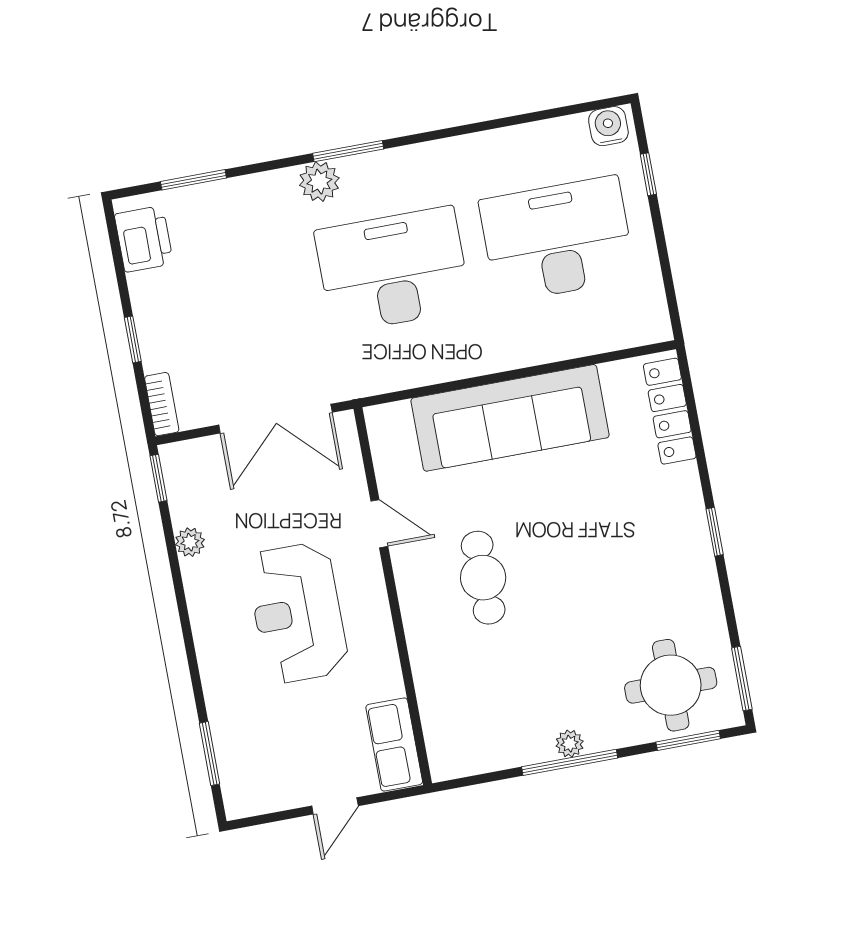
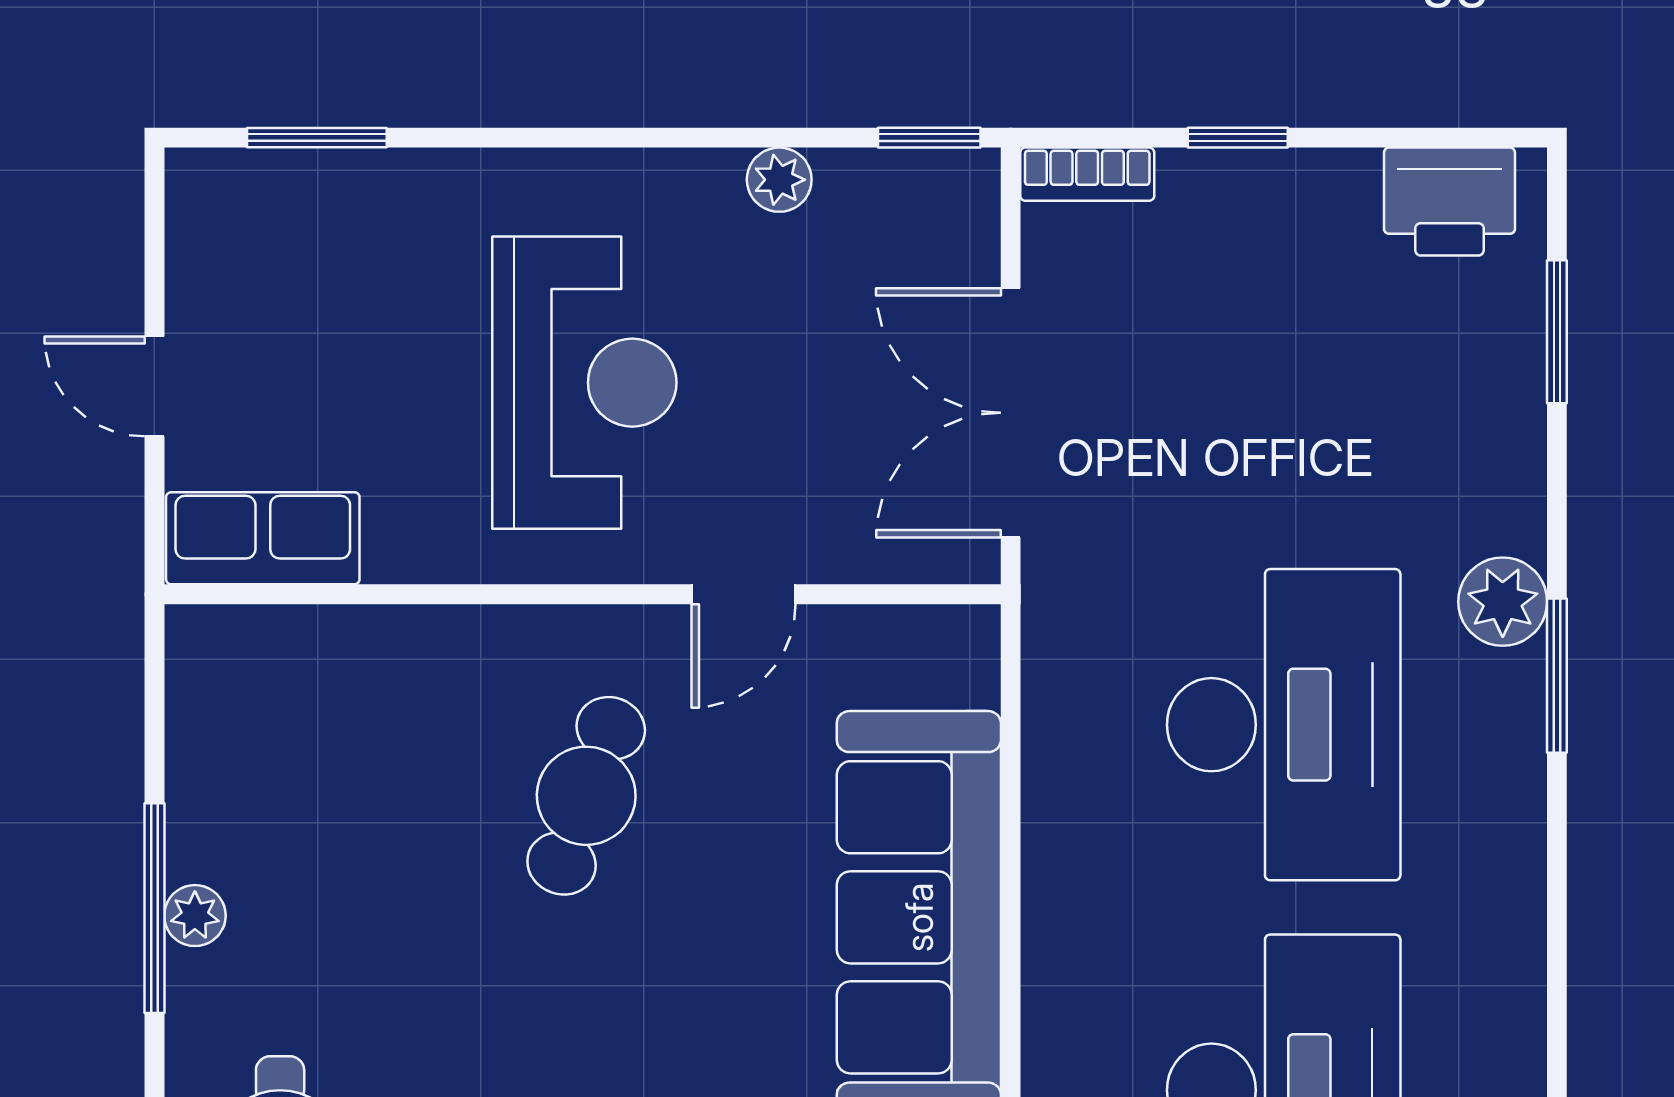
cafe table: (483, 578) -> (586, 796), turned -70
reception desk: (297, 613) -> (584, 383), turned 90

